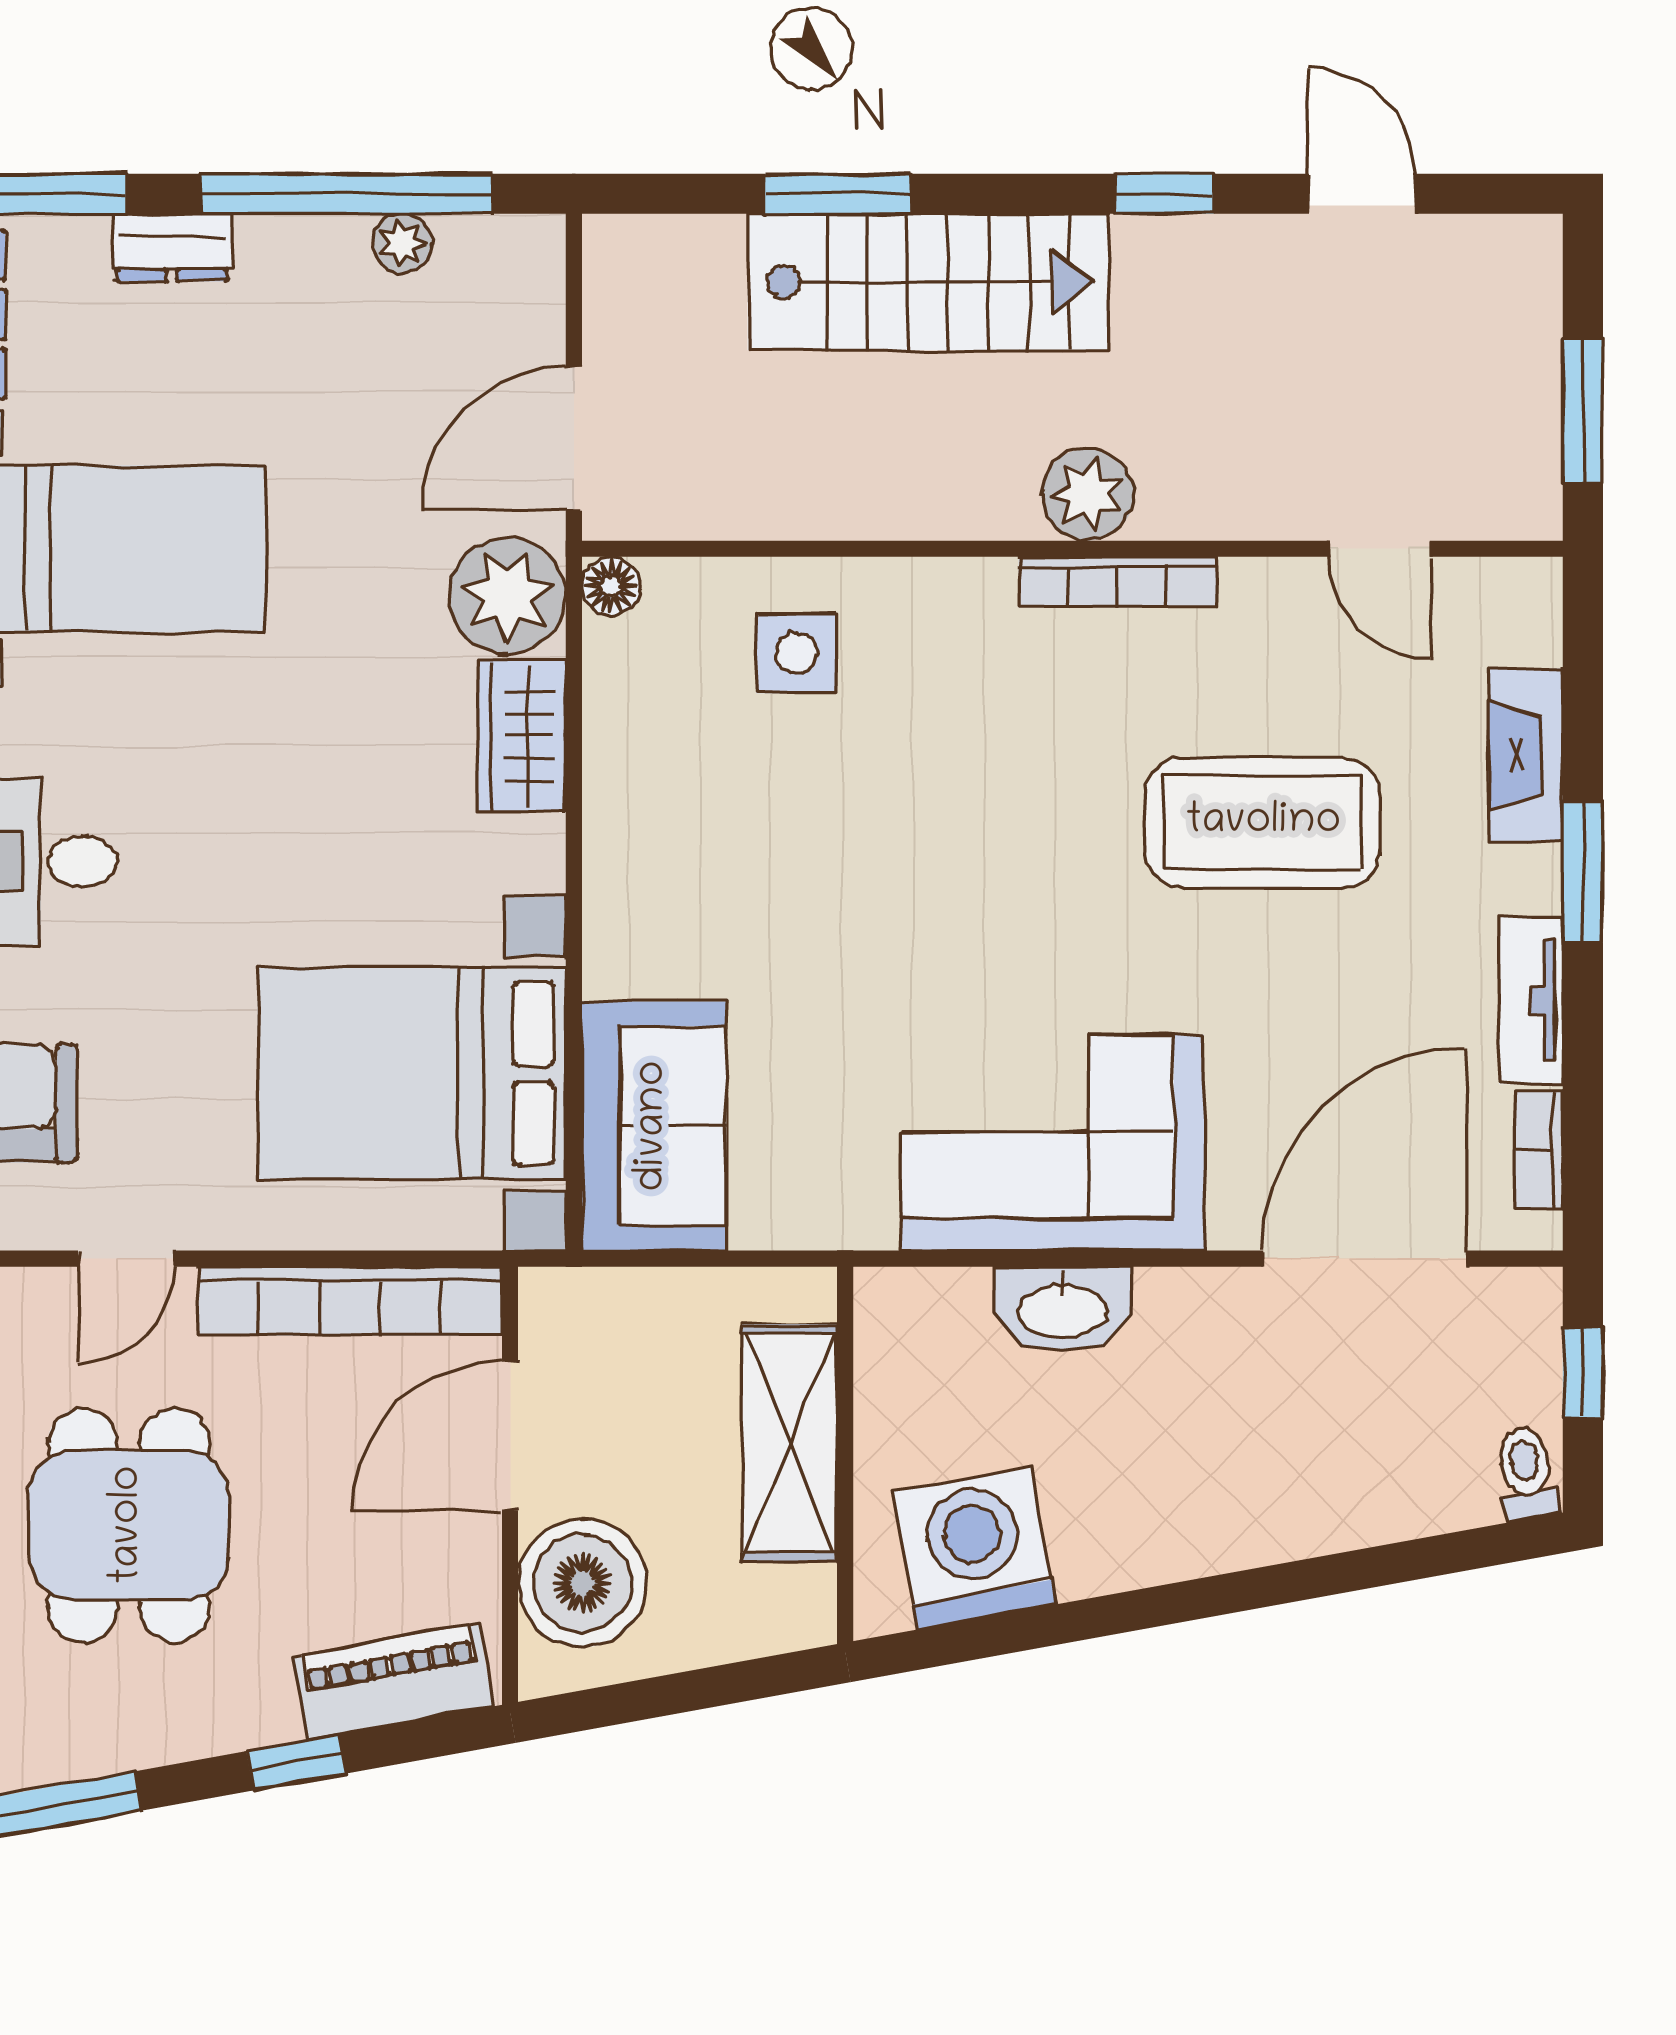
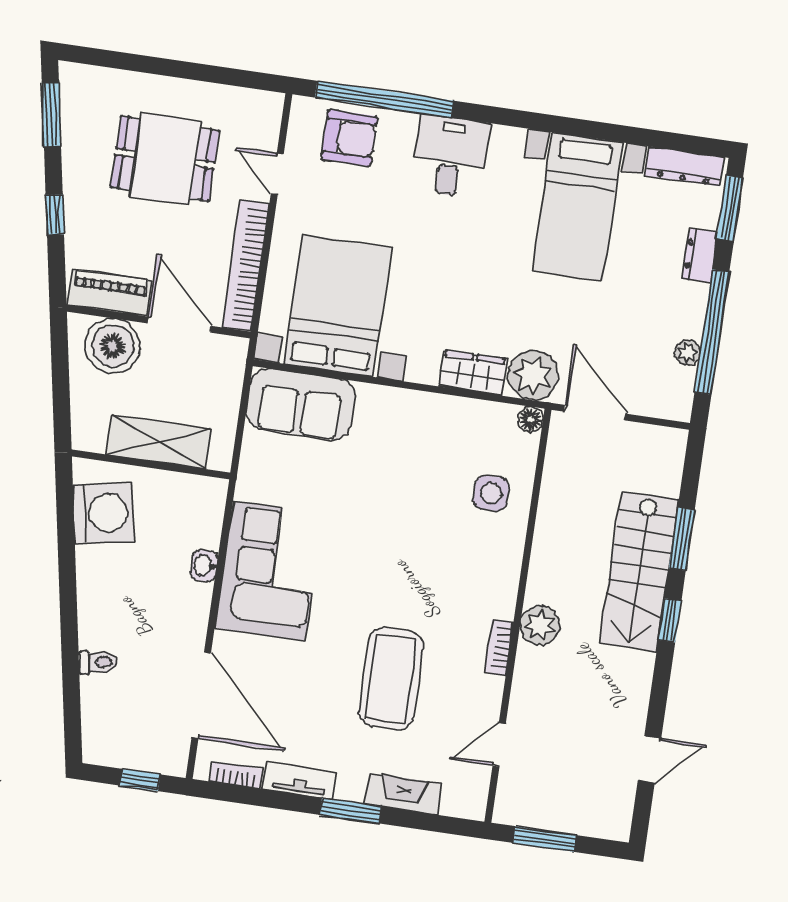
window: (1164, 194) -> (670, 620), moved
bookcase: (1118, 582) -> (499, 648), width x0.64
washbasin: (1062, 1309) -> (204, 566), width x0.52, depth x0.69
toilet: (1526, 1473) -> (98, 662), moved
piano: (393, 1682) -> (109, 293), moved, turned -80

